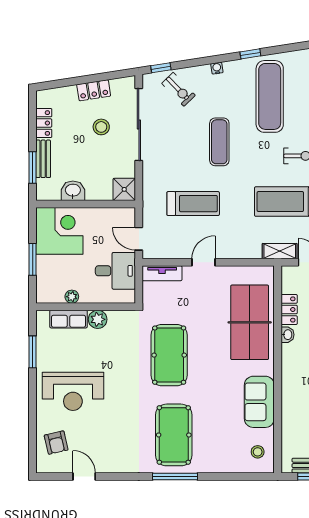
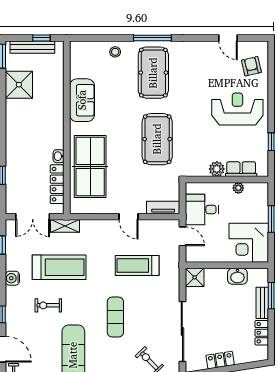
stool: (101, 127) -> (214, 329), removed
door: (204, 262) -> (129, 217), hinge flipped
locker: (289, 310) -> (57, 184), width x1.53
window: (33, 352) -> (271, 142), width x0.67
stool: (258, 452) -> (115, 52), moved

